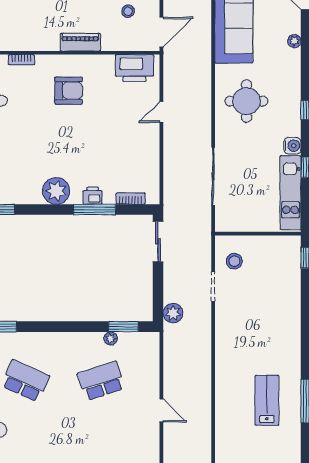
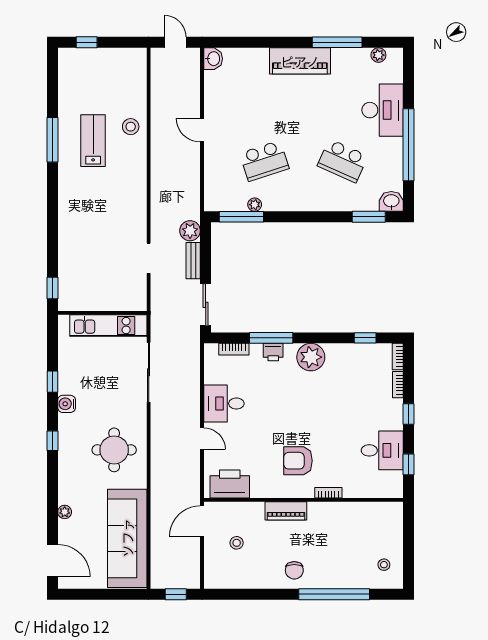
bookcase: (21, 60) -> (328, 493), moved
door: (161, 112) -> (202, 439), hinge flipped
desk: (140, 146) -> (224, 404), added
kitchen unit: (290, 193) -> (108, 326), moved, turned 90
stool: (234, 261) -> (131, 127), moved
bench: (170, 284) -> (193, 261), added
window: (123, 327) -> (241, 217), width x1.44
lab bench: (267, 400) -> (93, 141), turned 180

